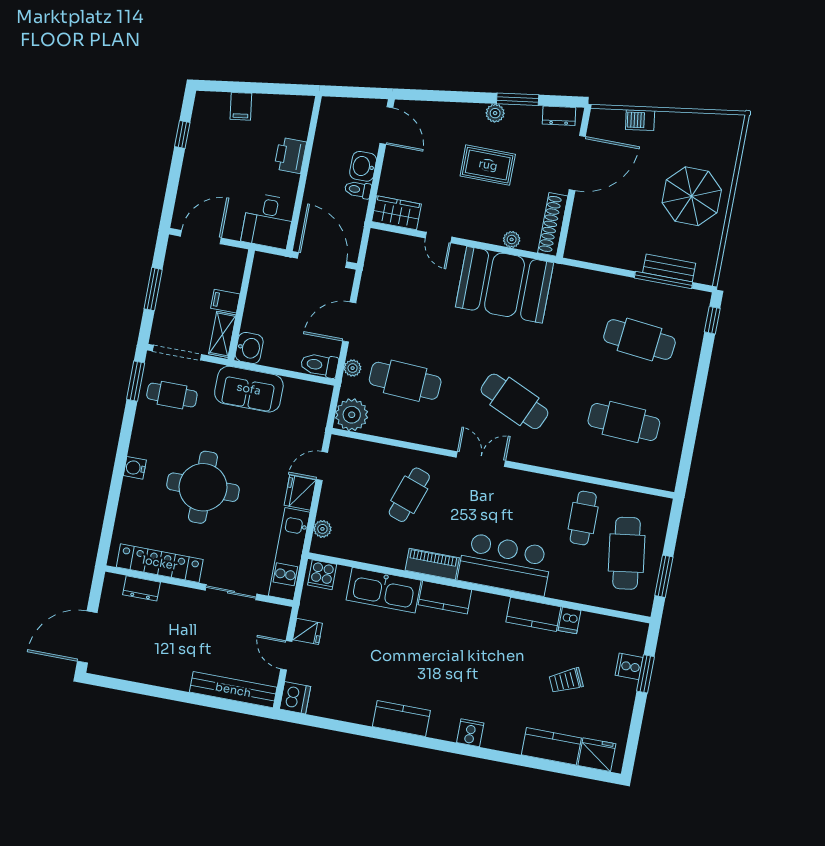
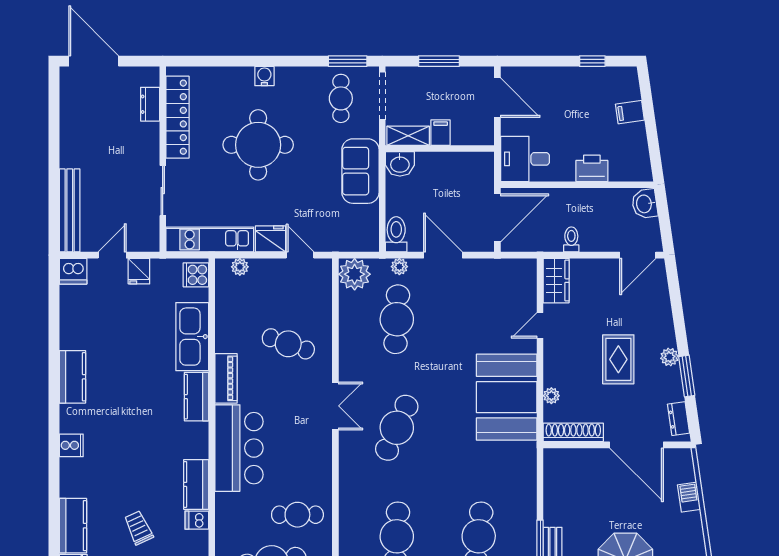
washbasin: (363, 166) -> (645, 204), moved, turned -98

